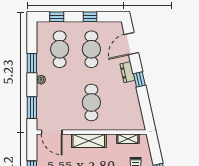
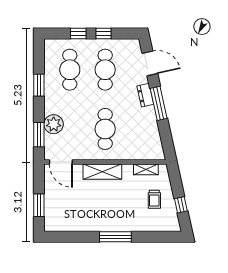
window: (57, 17) -> (78, 34), moved
door: (131, 44) -> (150, 63), swing flipped
plant: (41, 80) -> (54, 124), moved, width x1.88, depth x1.88
window: (139, 80) -> (159, 103), width x2.17

